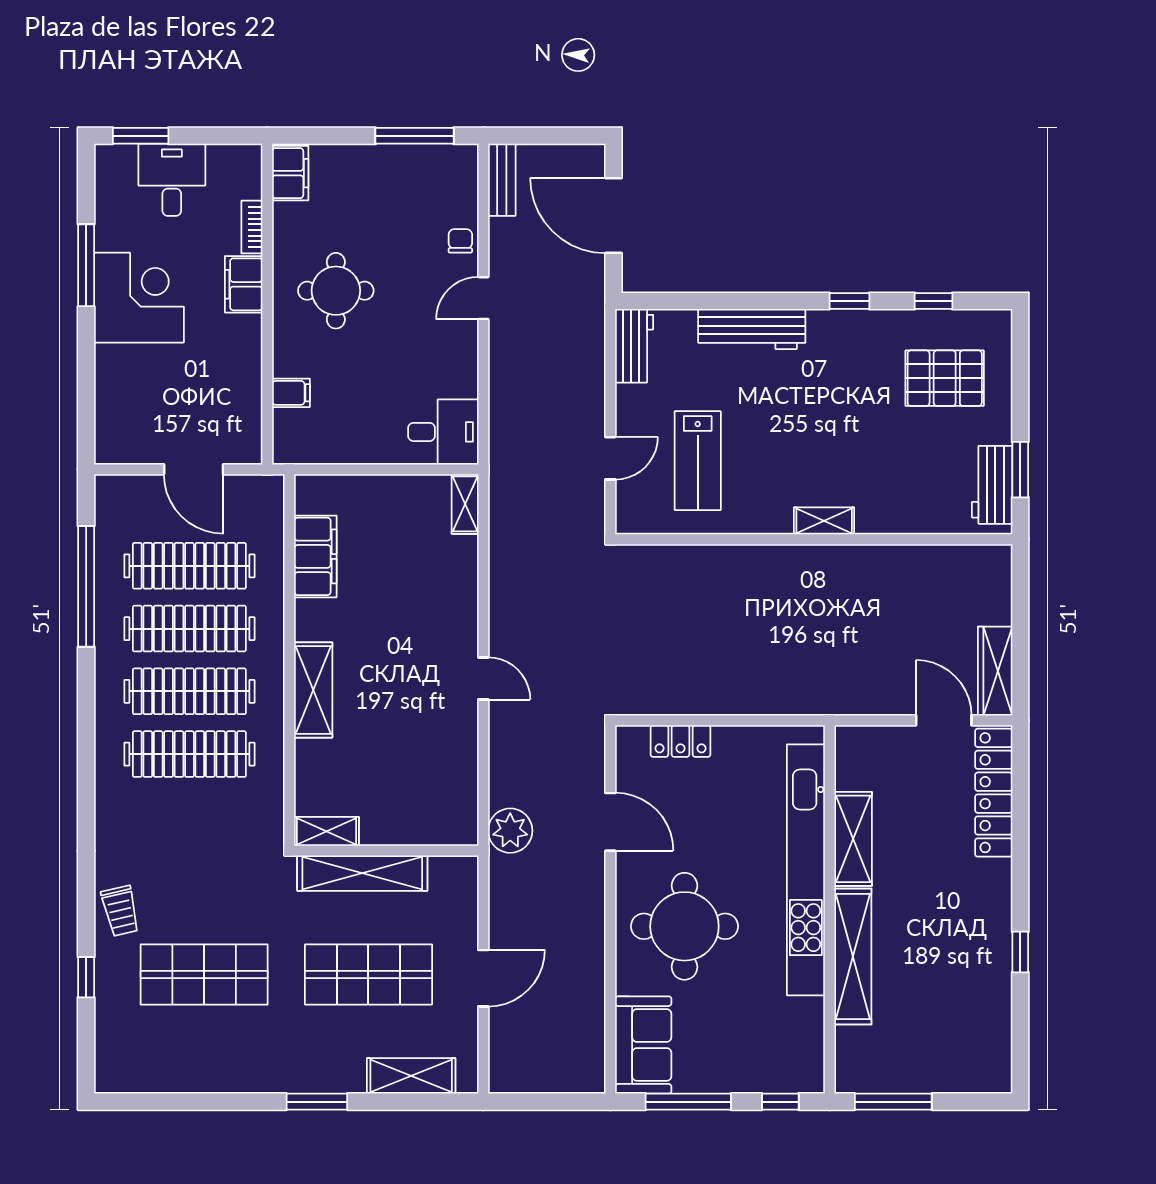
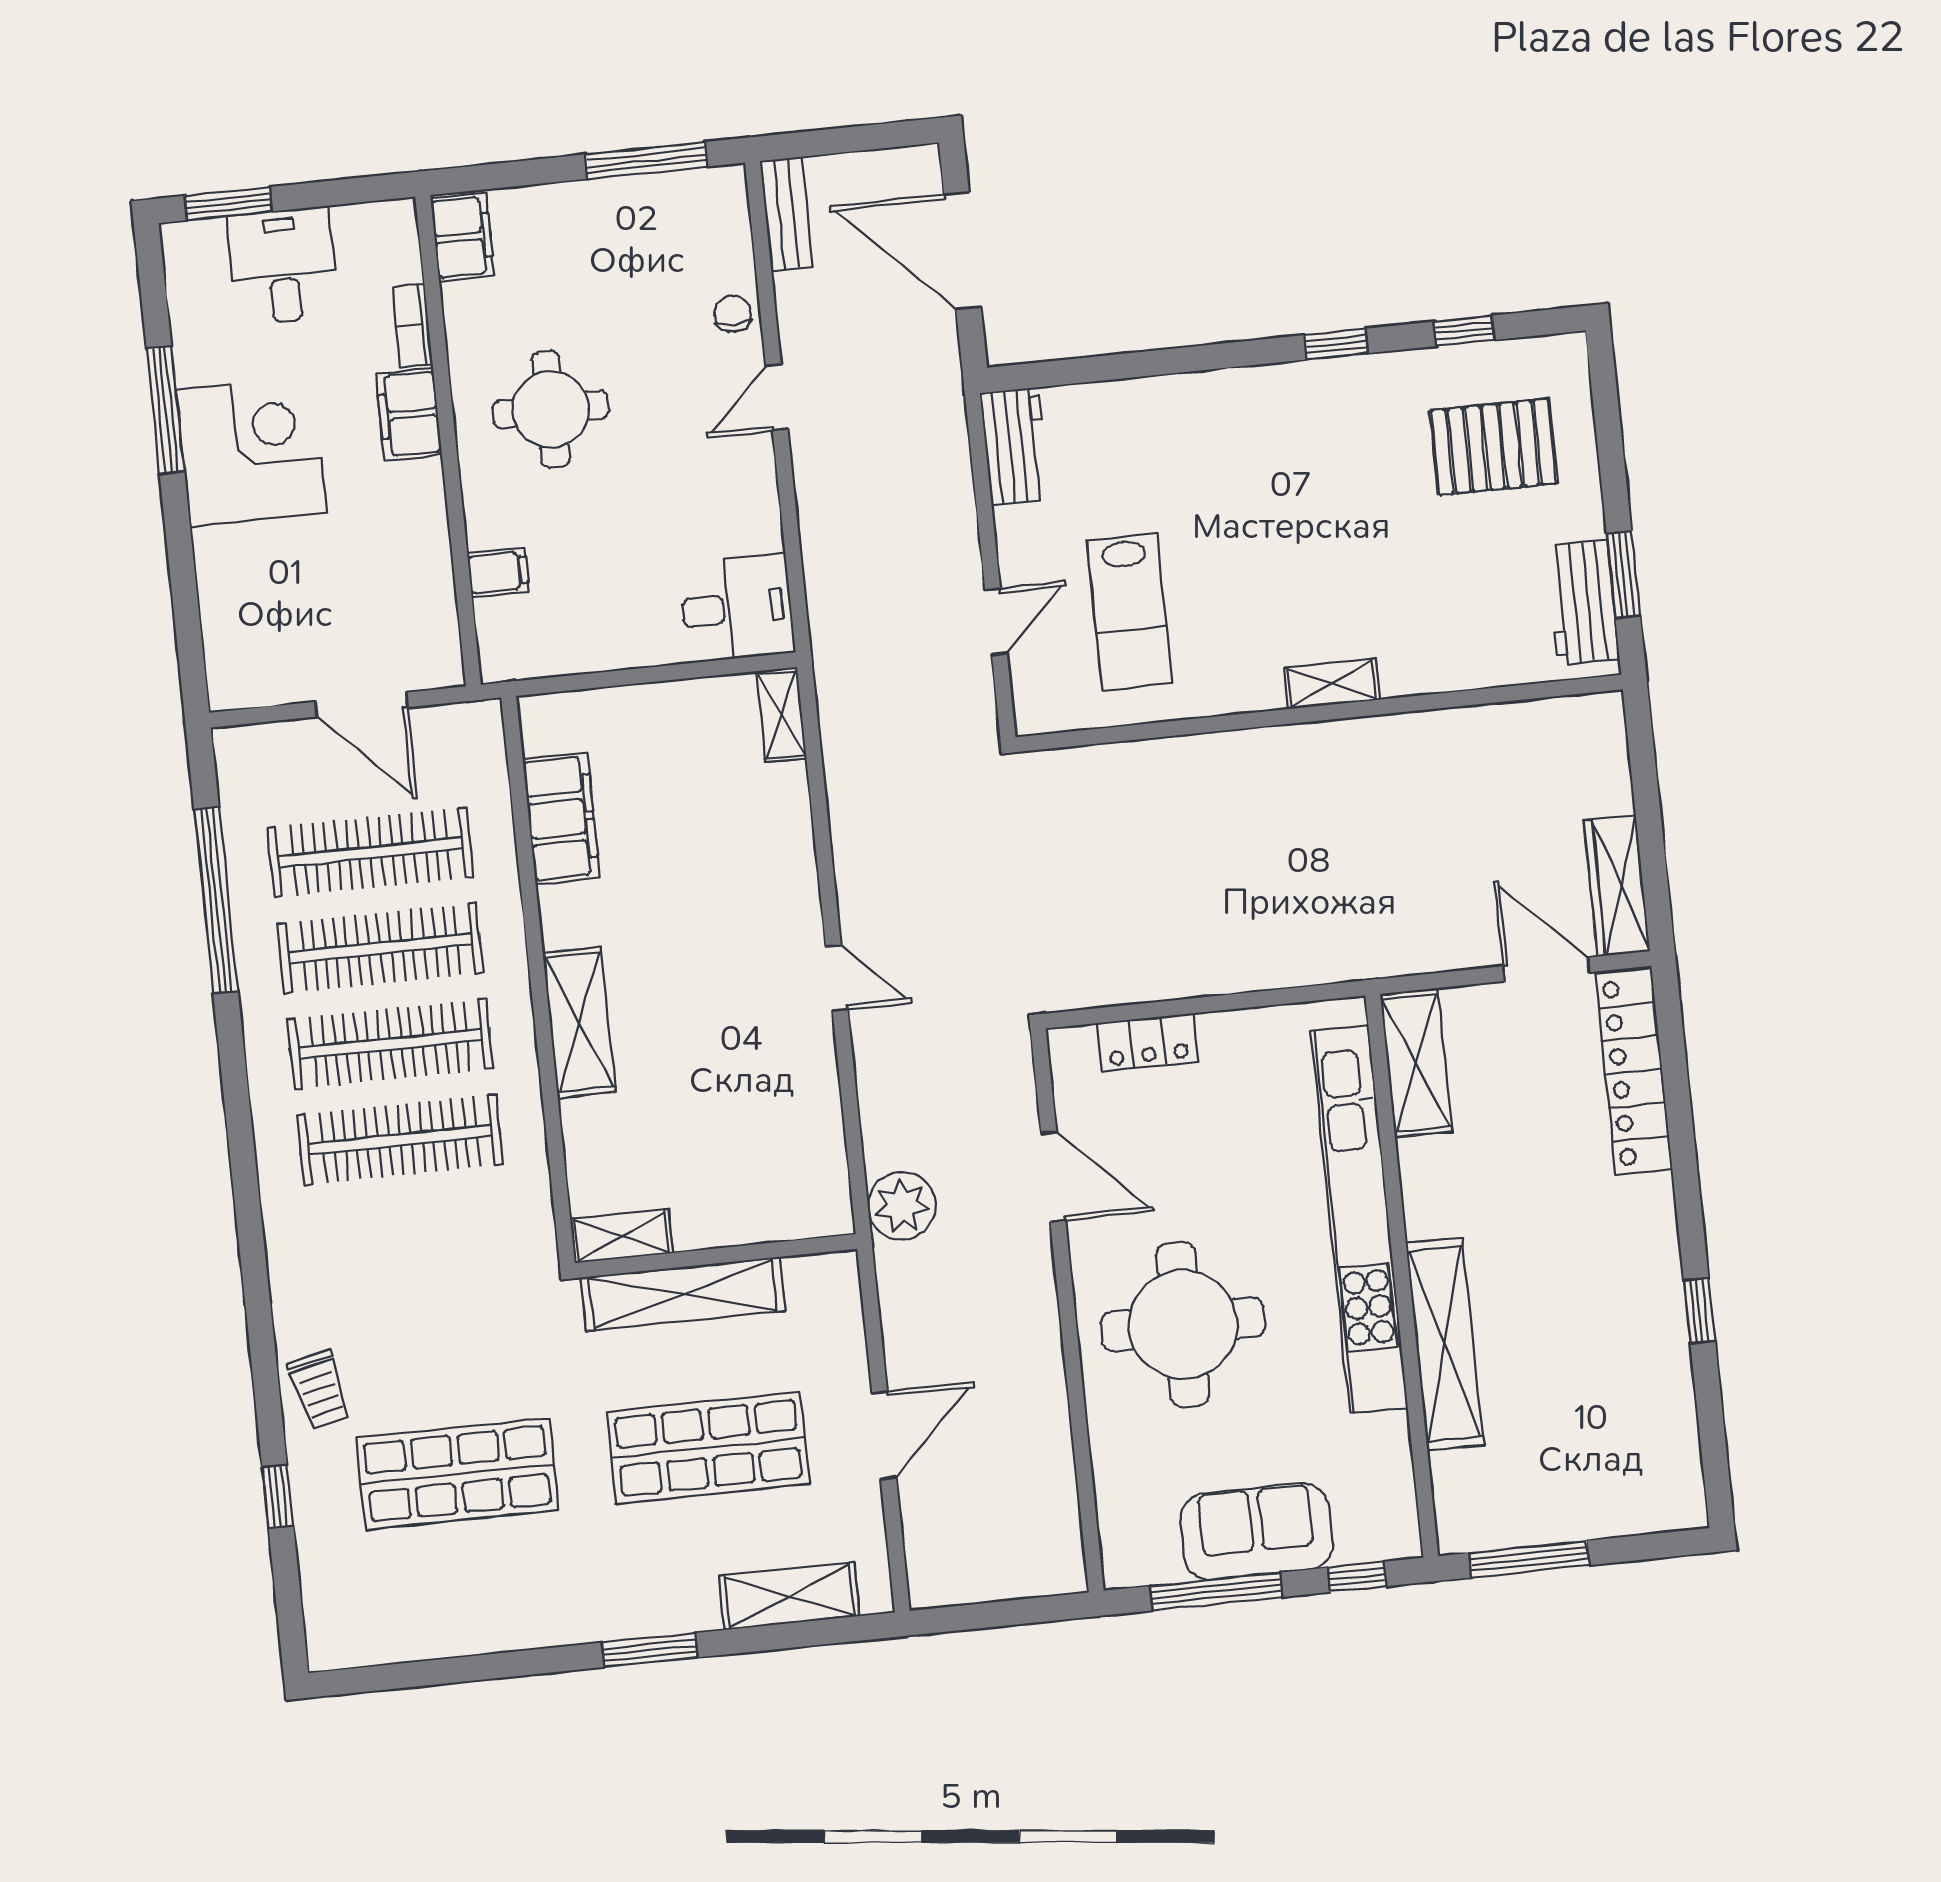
workbench: (752, 329) -> (1191, 402), removed
shelving: (853, 839) -> (1416, 1063), moved
sofa: (643, 1045) -> (1257, 1532), moved, turned -90

